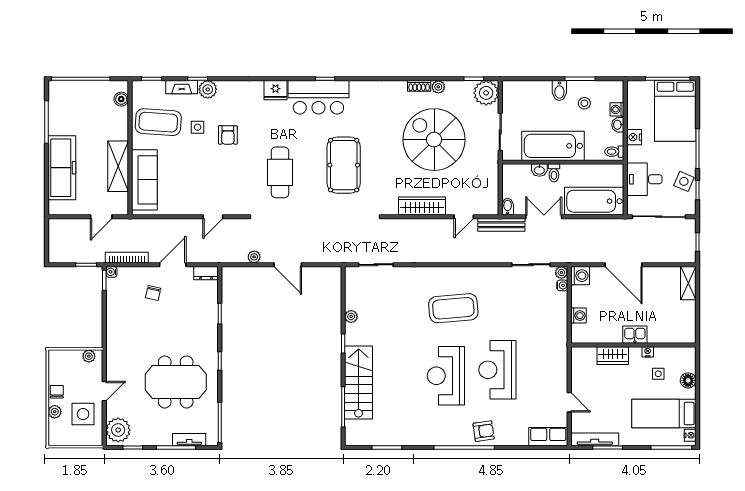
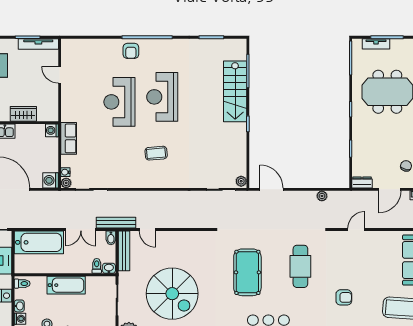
side table: (198, 127) -> (369, 304), removed
armchair: (228, 135) -> (344, 297), turned 90
bathtub: (553, 146) -> (66, 285), width x0.73, depth x0.73
washbasin: (539, 170) -> (109, 268), moved
toilet: (554, 173) -> (97, 266), moved
bench: (492, 191) -> (124, 251), added
wardrobe: (422, 206) -> (182, 238), removed
door: (464, 217) -> (147, 229), swing flipped
door: (288, 265) -> (272, 189), moved
coffee table: (453, 308) -> (156, 153), width x0.54, depth x0.58
washing machine: (578, 316) -> (52, 130), moved
plant: (351, 317) -> (241, 181), moved
reception desk: (497, 370) -> (119, 102), turned 180
reception desk: (446, 376) -> (162, 97), turned 180
armchair: (484, 431) -> (131, 51), turned -82
row of seats: (548, 437) -> (69, 138), moved, turned -90

